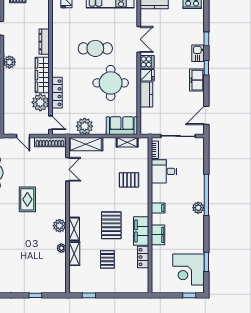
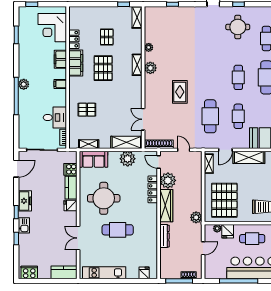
cooker: (147, 62) -> (70, 169), moved
shelving: (74, 254) -> (137, 17), moved
corner desk: (189, 270) -> (52, 28), moved, turned 180

